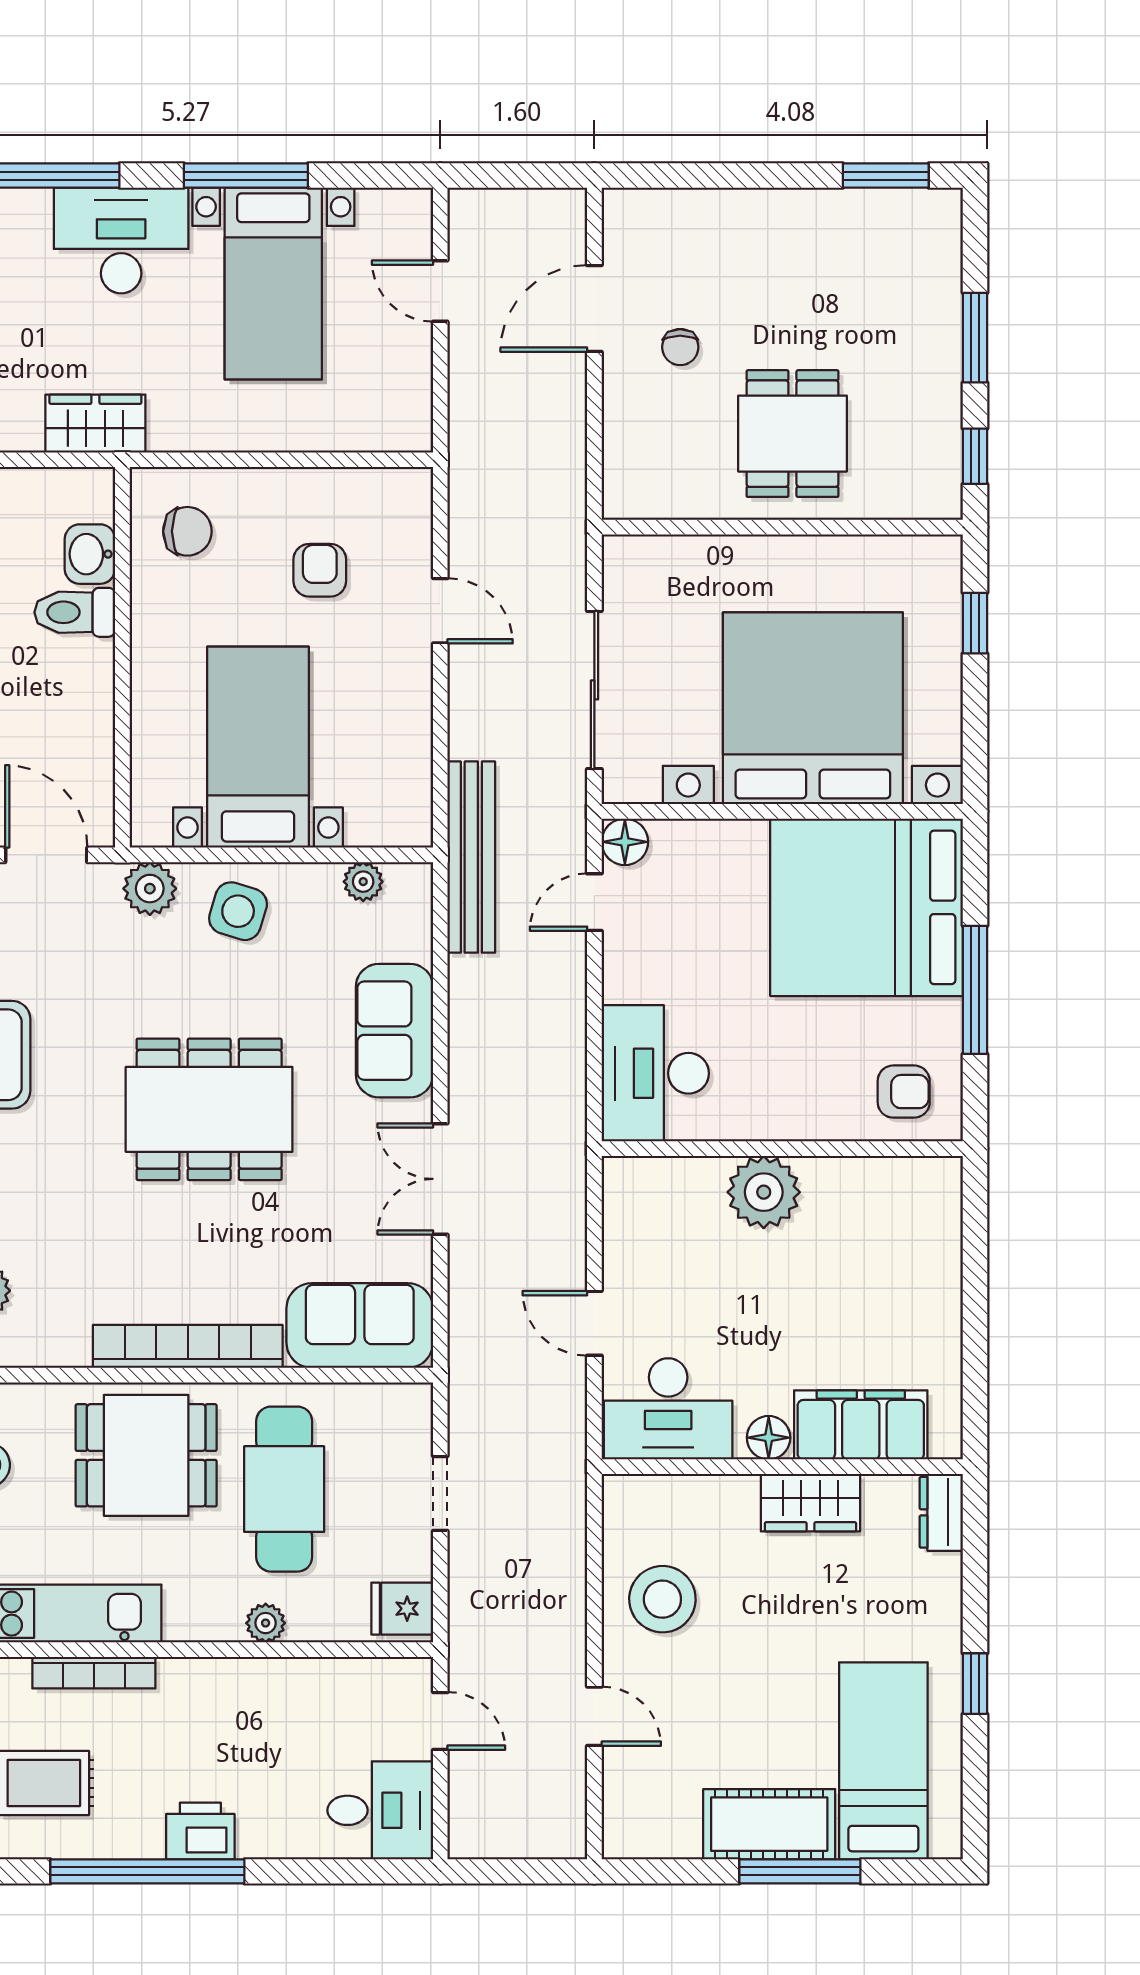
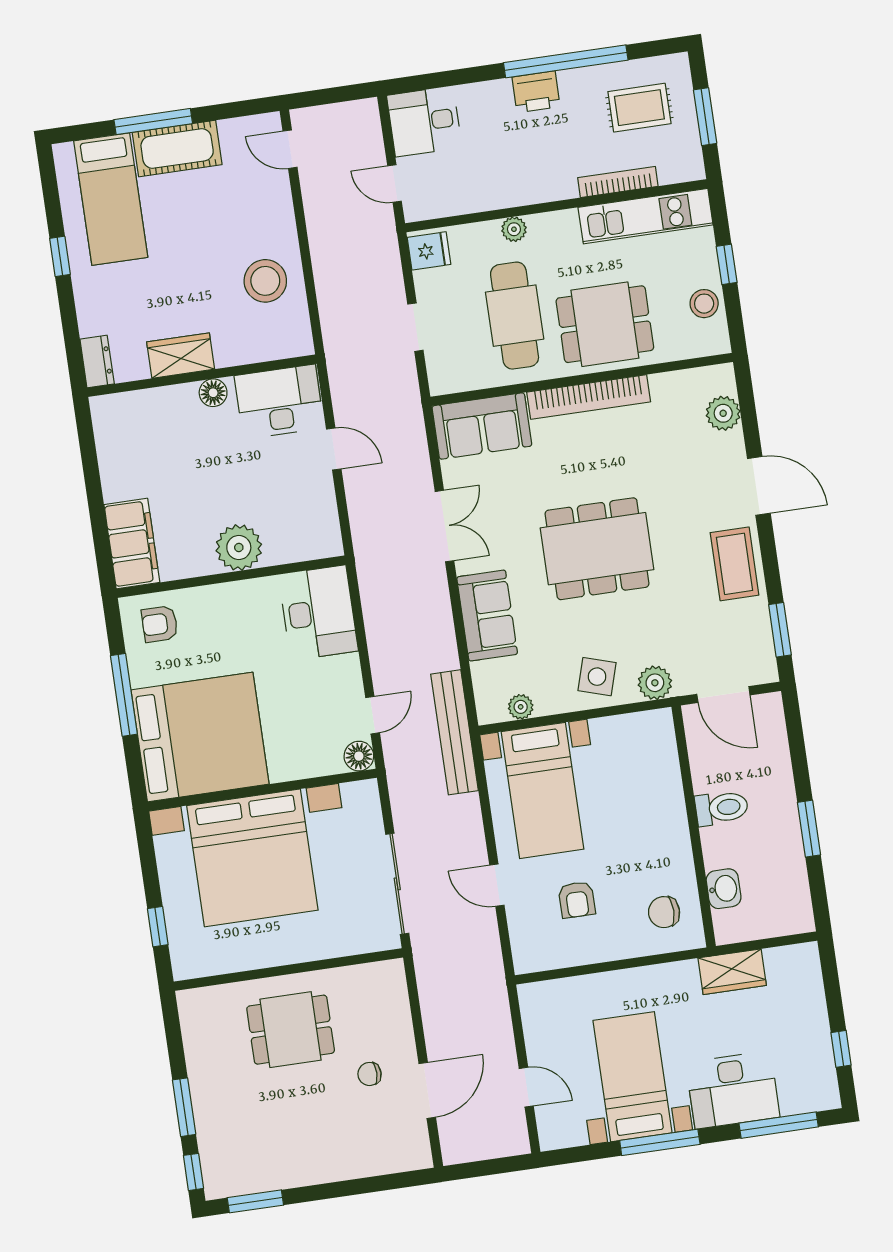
chair: (680, 347) -> (370, 1074), turned -90
dining table: (792, 434) -> (291, 1030), turned 90
window: (975, 456) -> (193, 1172), moved
toilet: (75, 612) -> (722, 808), moved
sliding door: (594, 690) -> (397, 884), moved
bed with nightstands: (258, 747) -> (543, 790), moved
filing cabinet: (861, 1425) -> (132, 543), moved, turned -90
door: (594, 1716) -> (290, 149), moved

